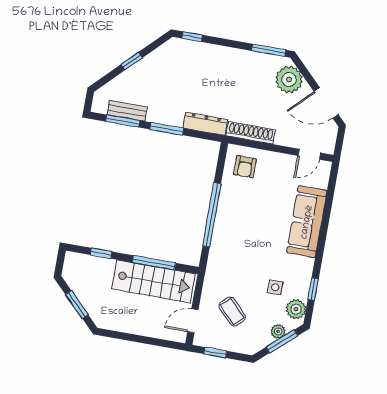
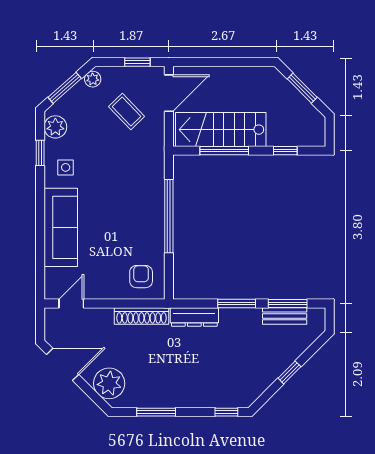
window: (269, 50) -> (156, 412), moved
side table: (275, 287) -> (66, 167), moved
door: (193, 321) -> (169, 93), width x1.38
plant: (278, 331) -> (93, 79), moved

